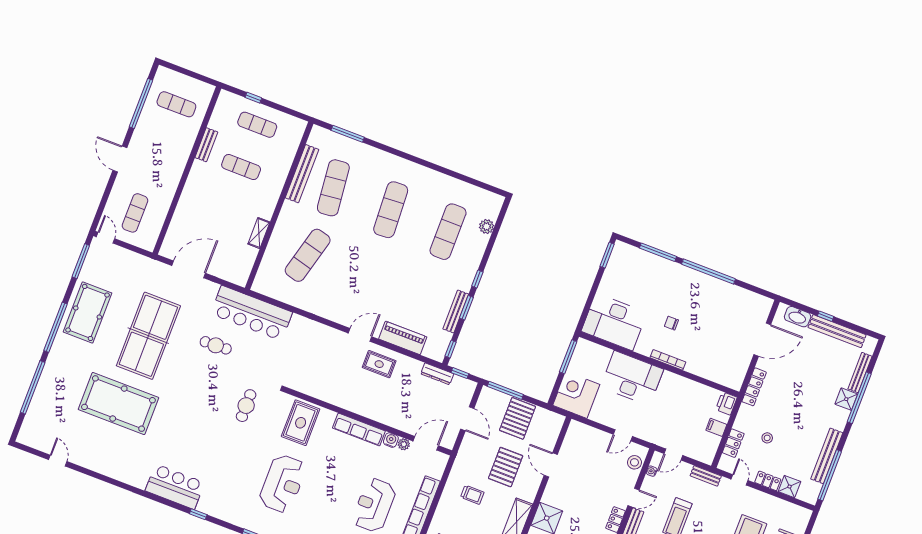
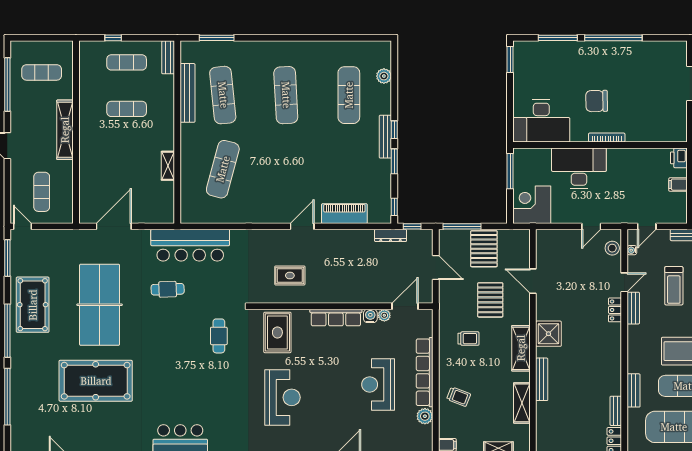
bench: (206, 145) -> (168, 57), moved
shelving: (178, 165) -> (65, 130), added
bench: (456, 311) -> (385, 137), moved
chair: (671, 323) -> (597, 101), width x1.87, depth x1.87
rug: (379, 364) -> (290, 275), moved

